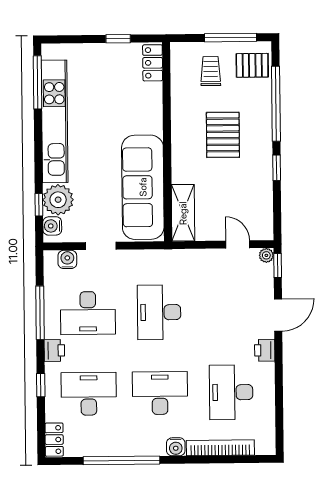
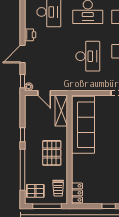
locker: (153, 63) -> (77, 193), moved
wall: (167, 142) -> (70, 150), moved
sofa: (143, 187) -> (83, 125), moved
shelving: (183, 213) -> (61, 111), moved

